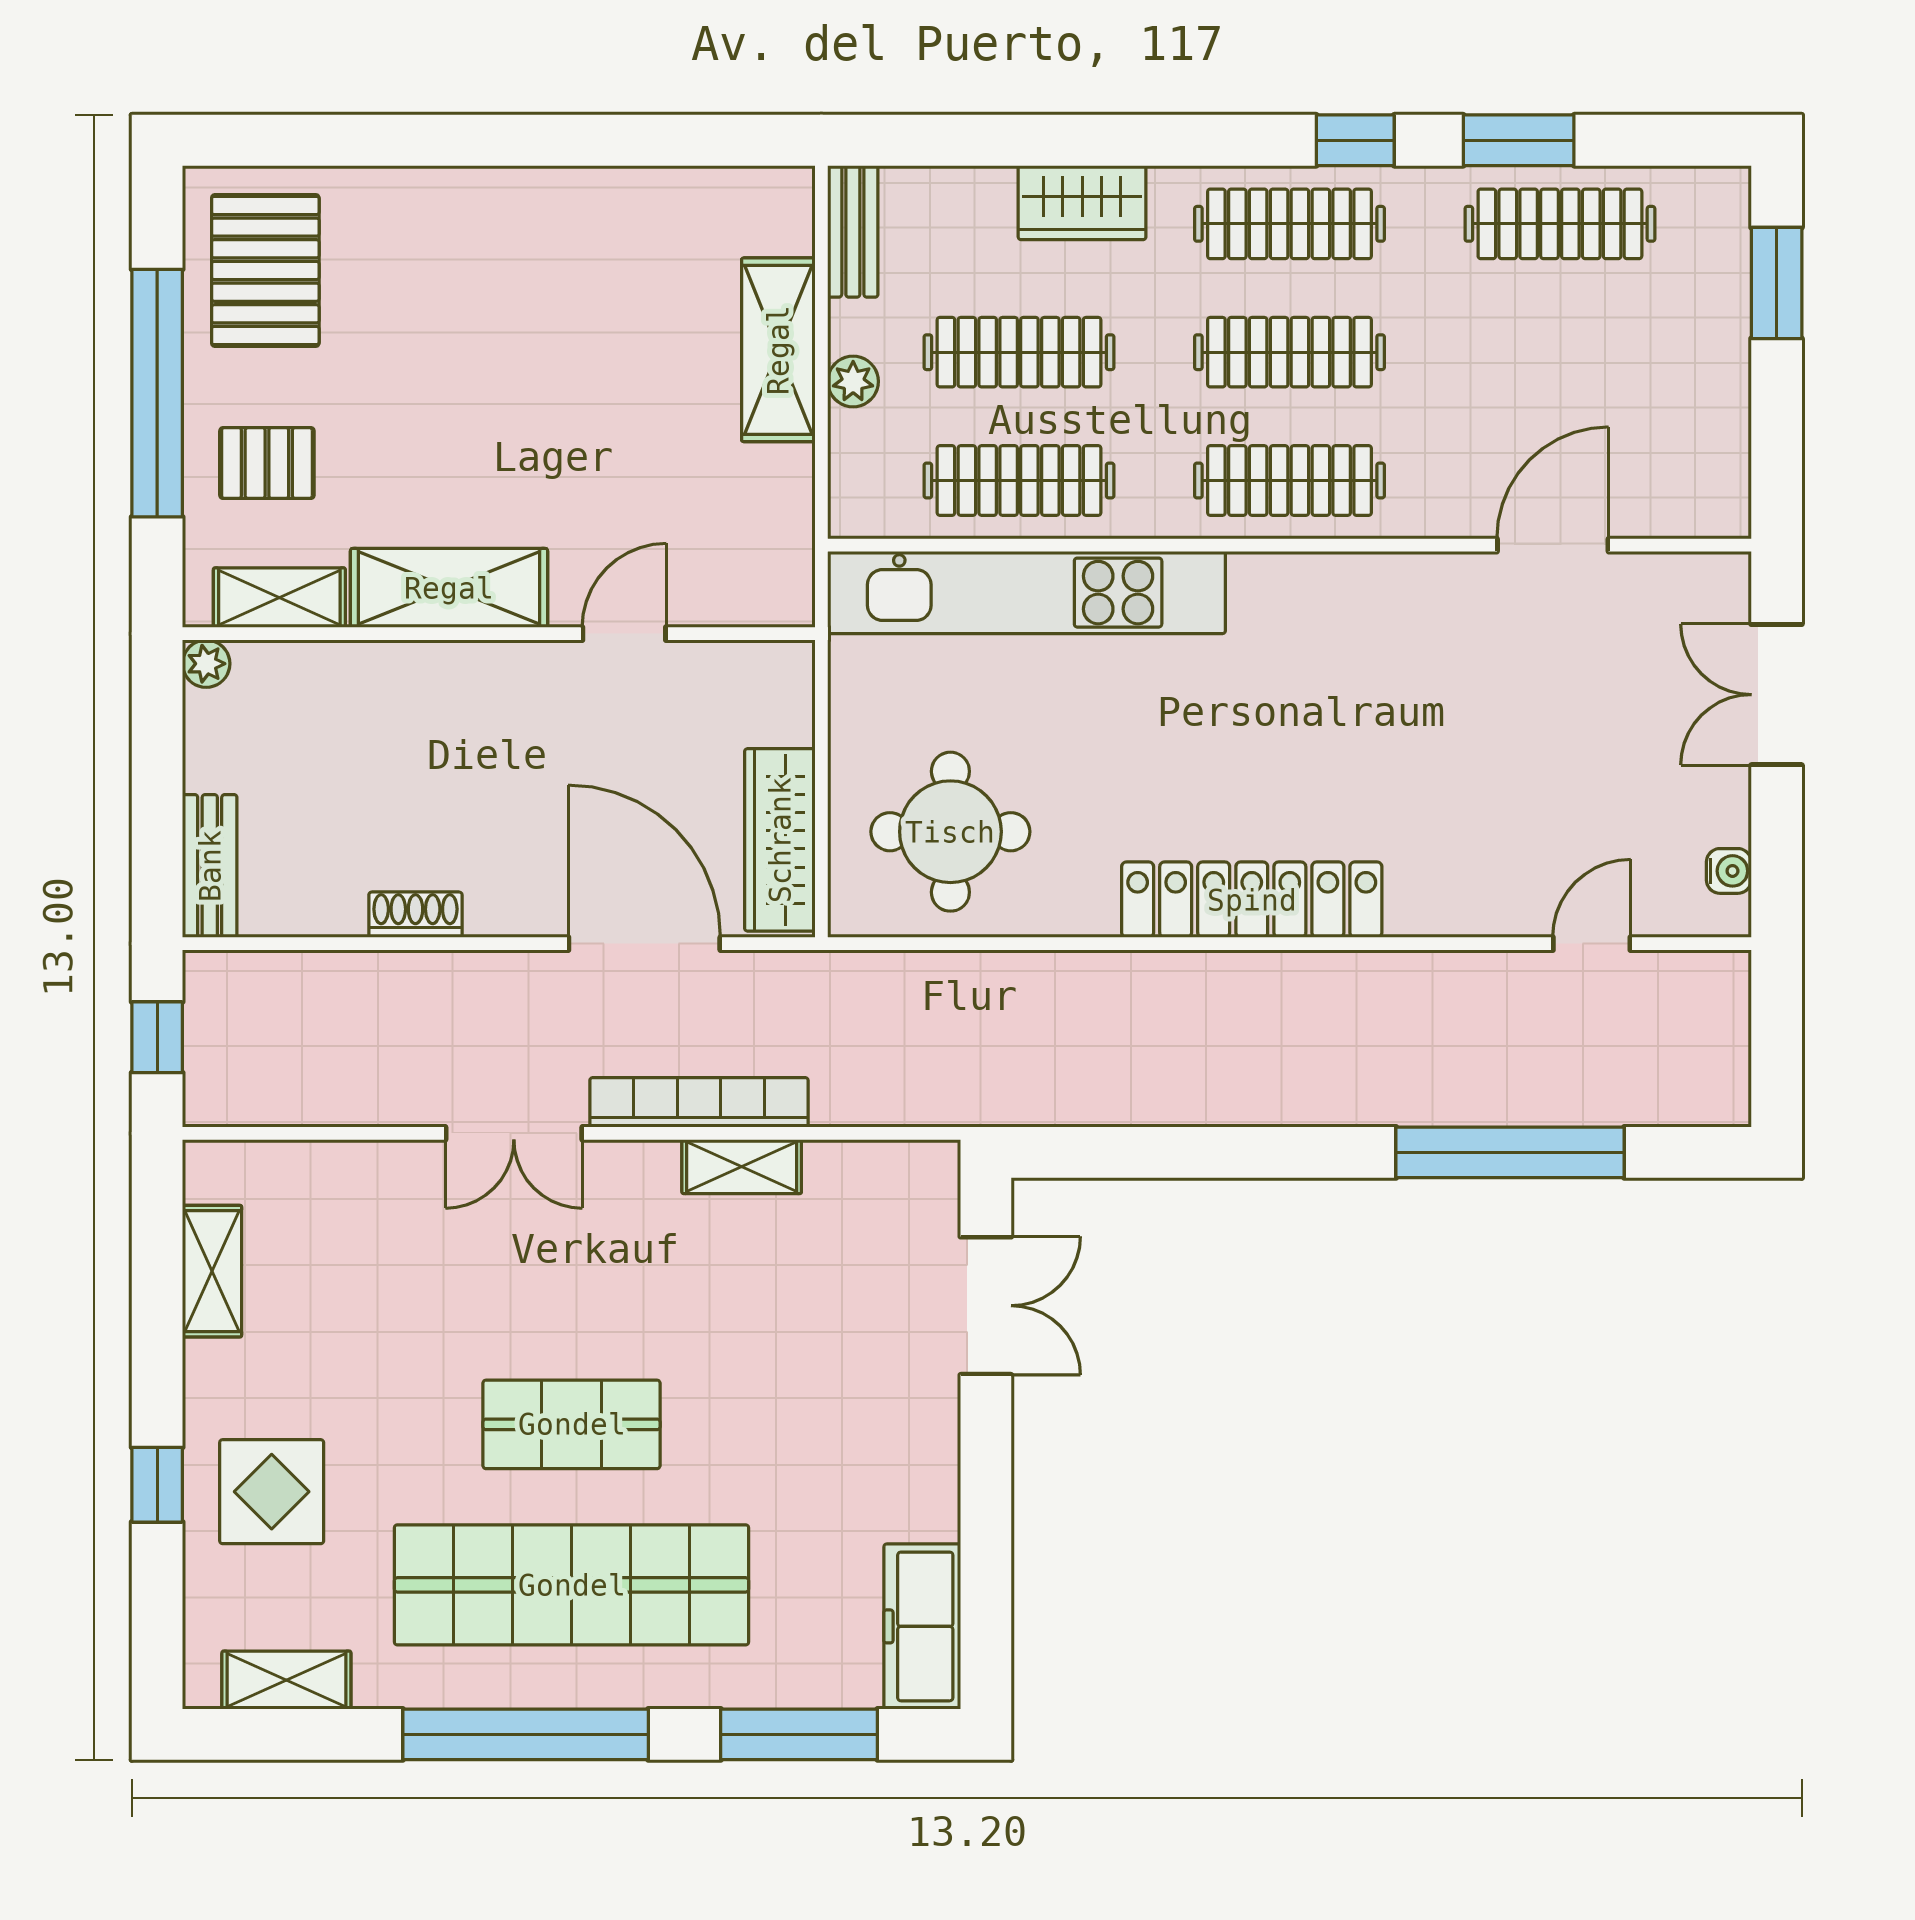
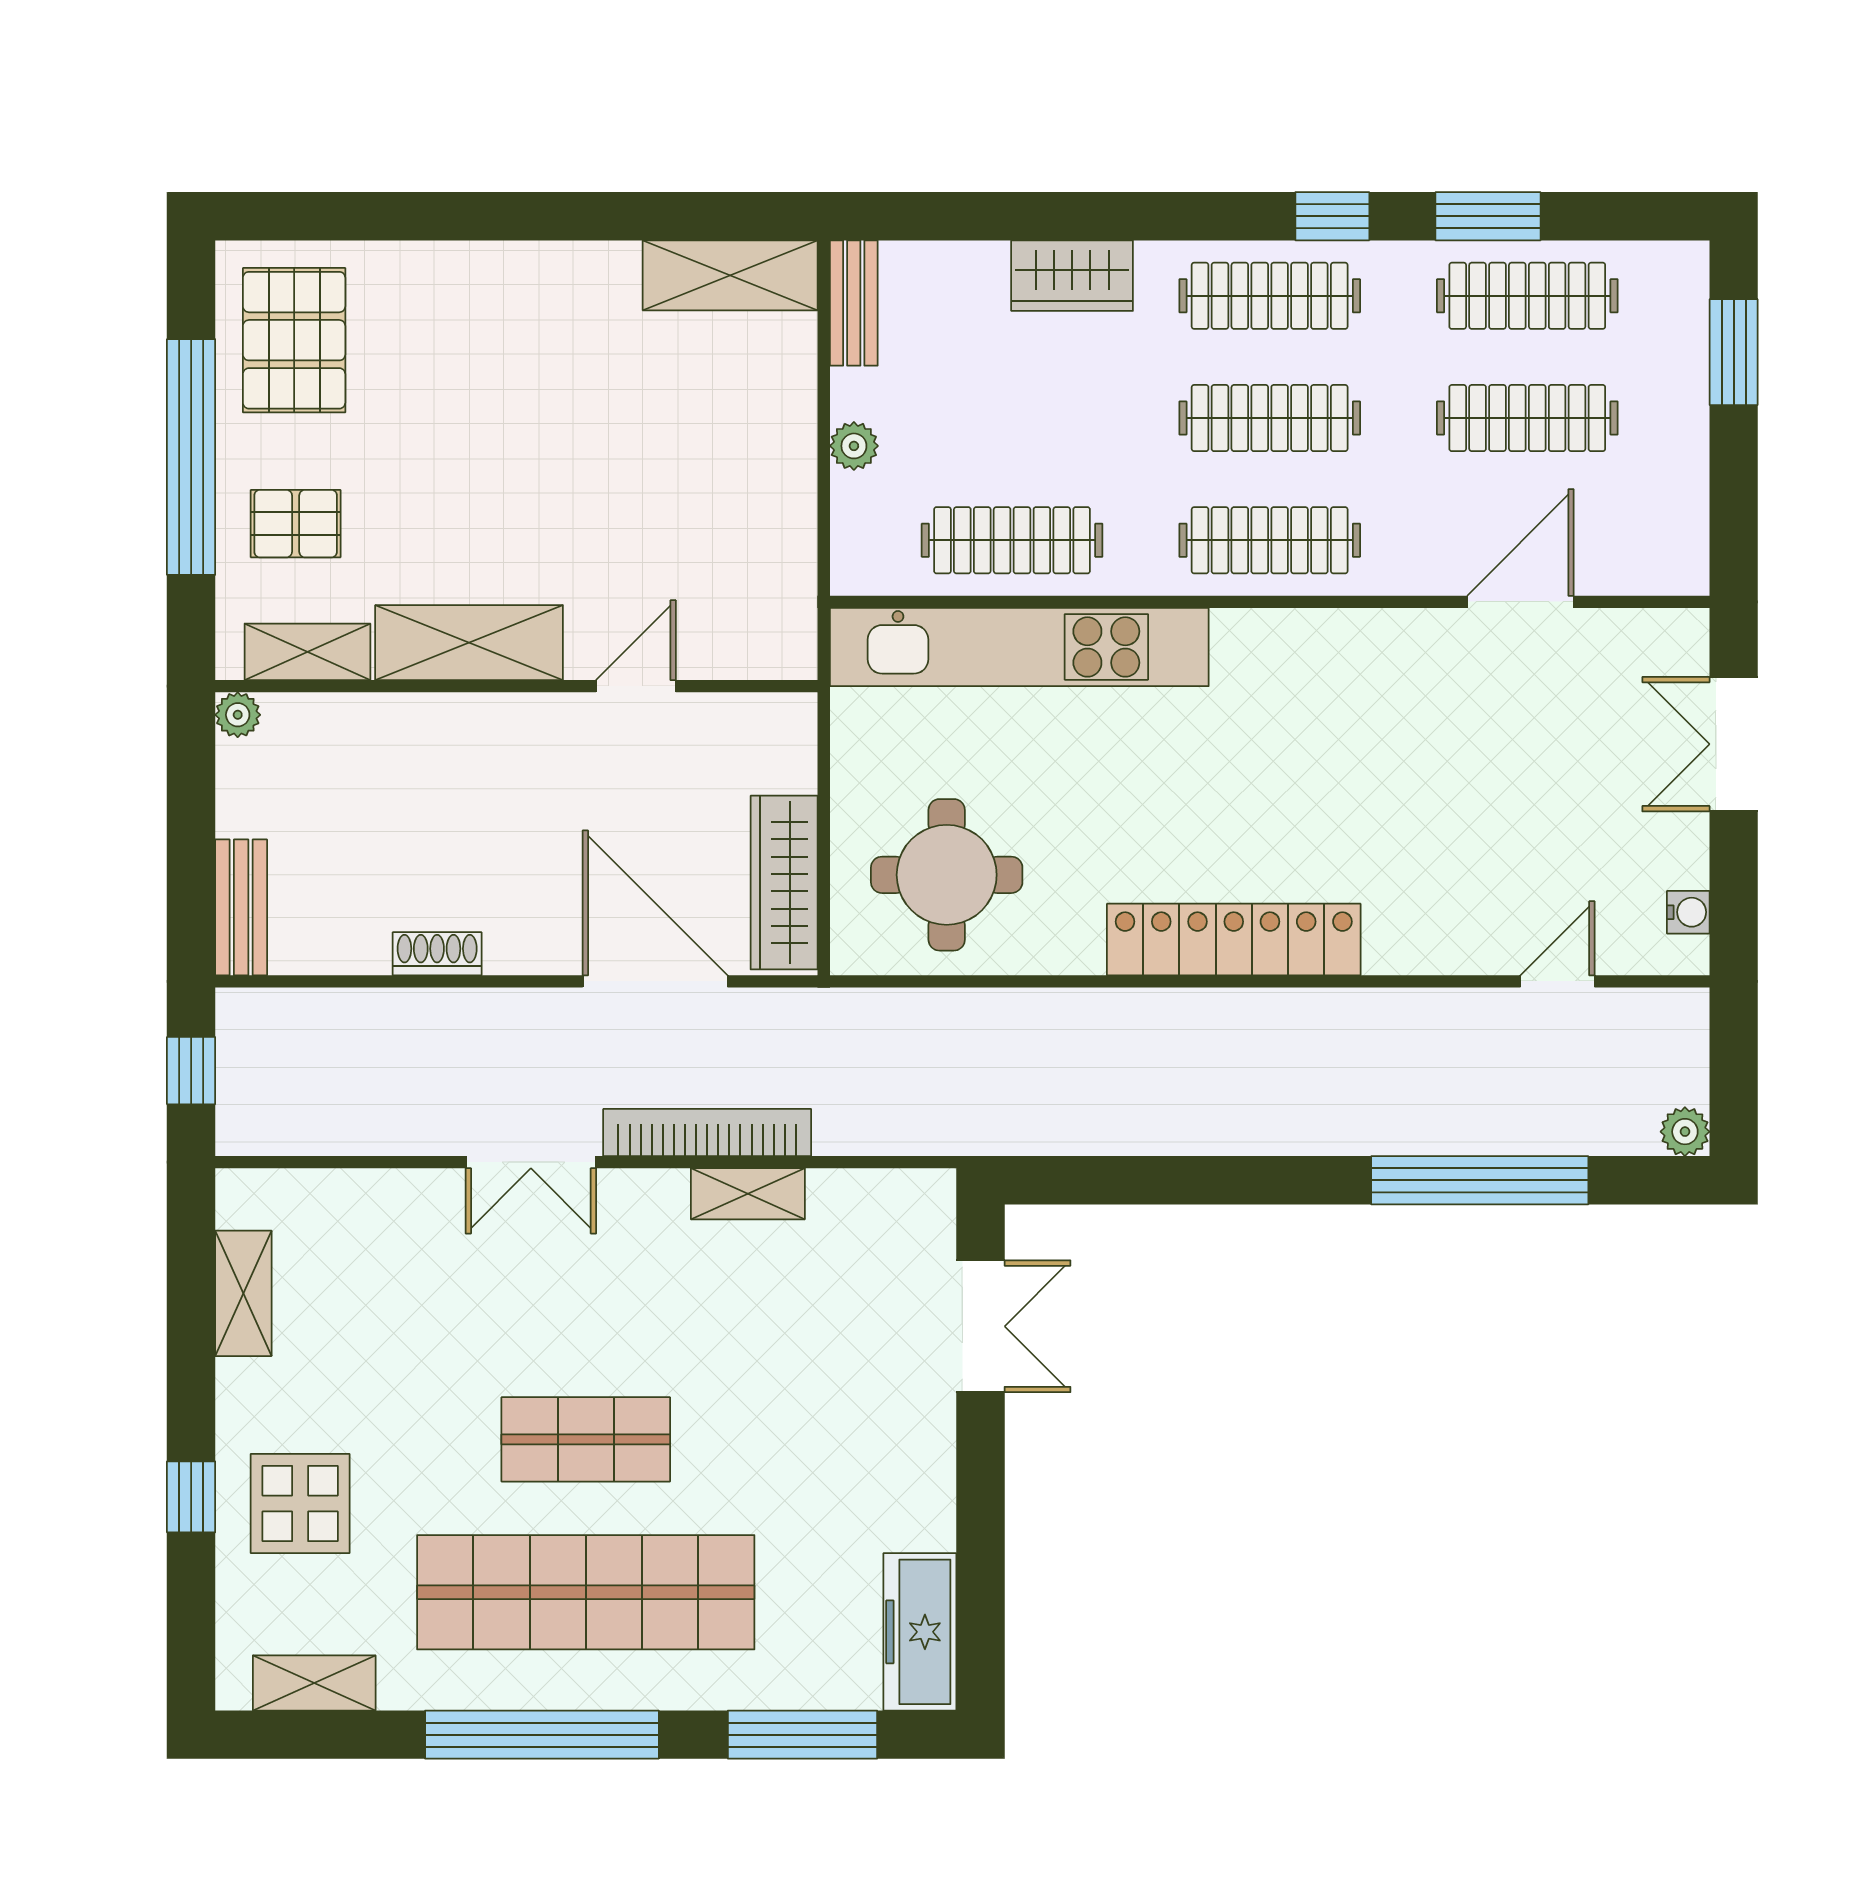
shelving: (778, 350) -> (730, 275), moved, turned 90
clothes rail: (1019, 352) -> (1527, 418), moved
plant: (1725, 1101) -> (1685, 1132), added

